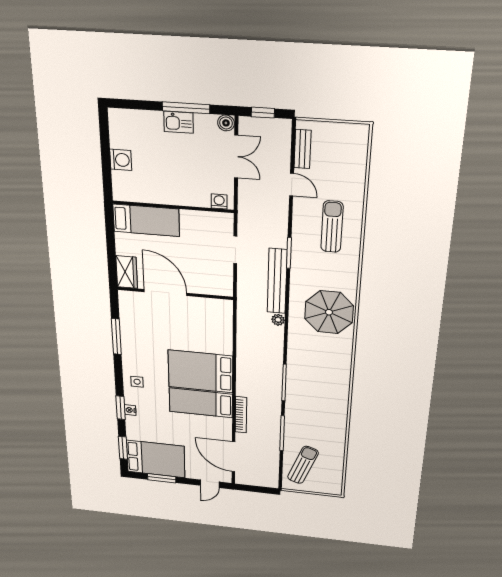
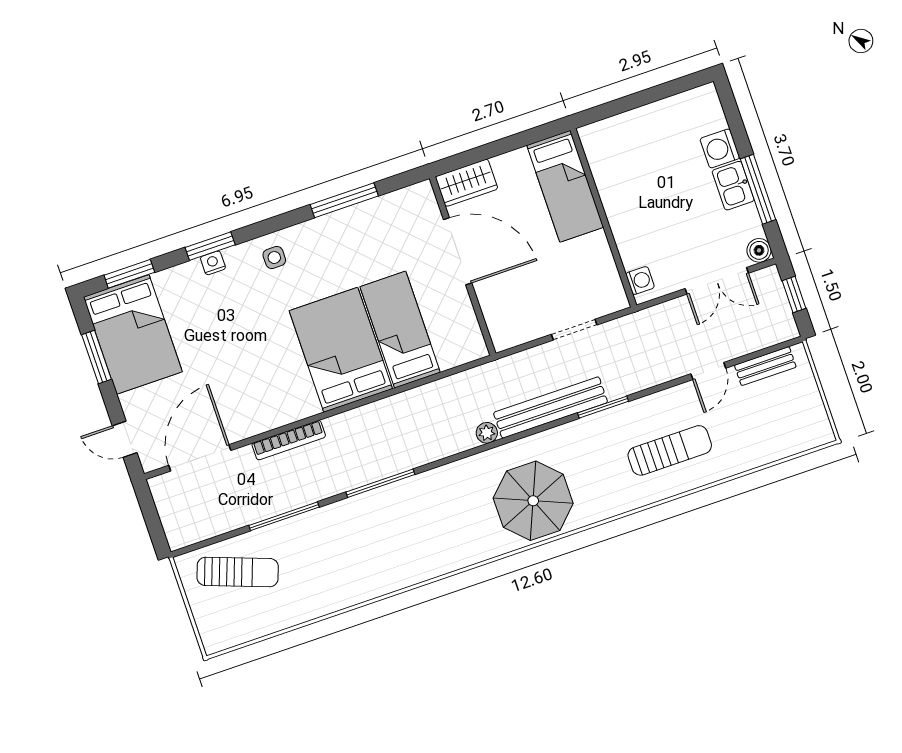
washing machine: (121, 160) -> (720, 148), moved, turned 90
door: (165, 292) -> (458, 251), hinge flipped
bed: (201, 403) -> (400, 330), moved

